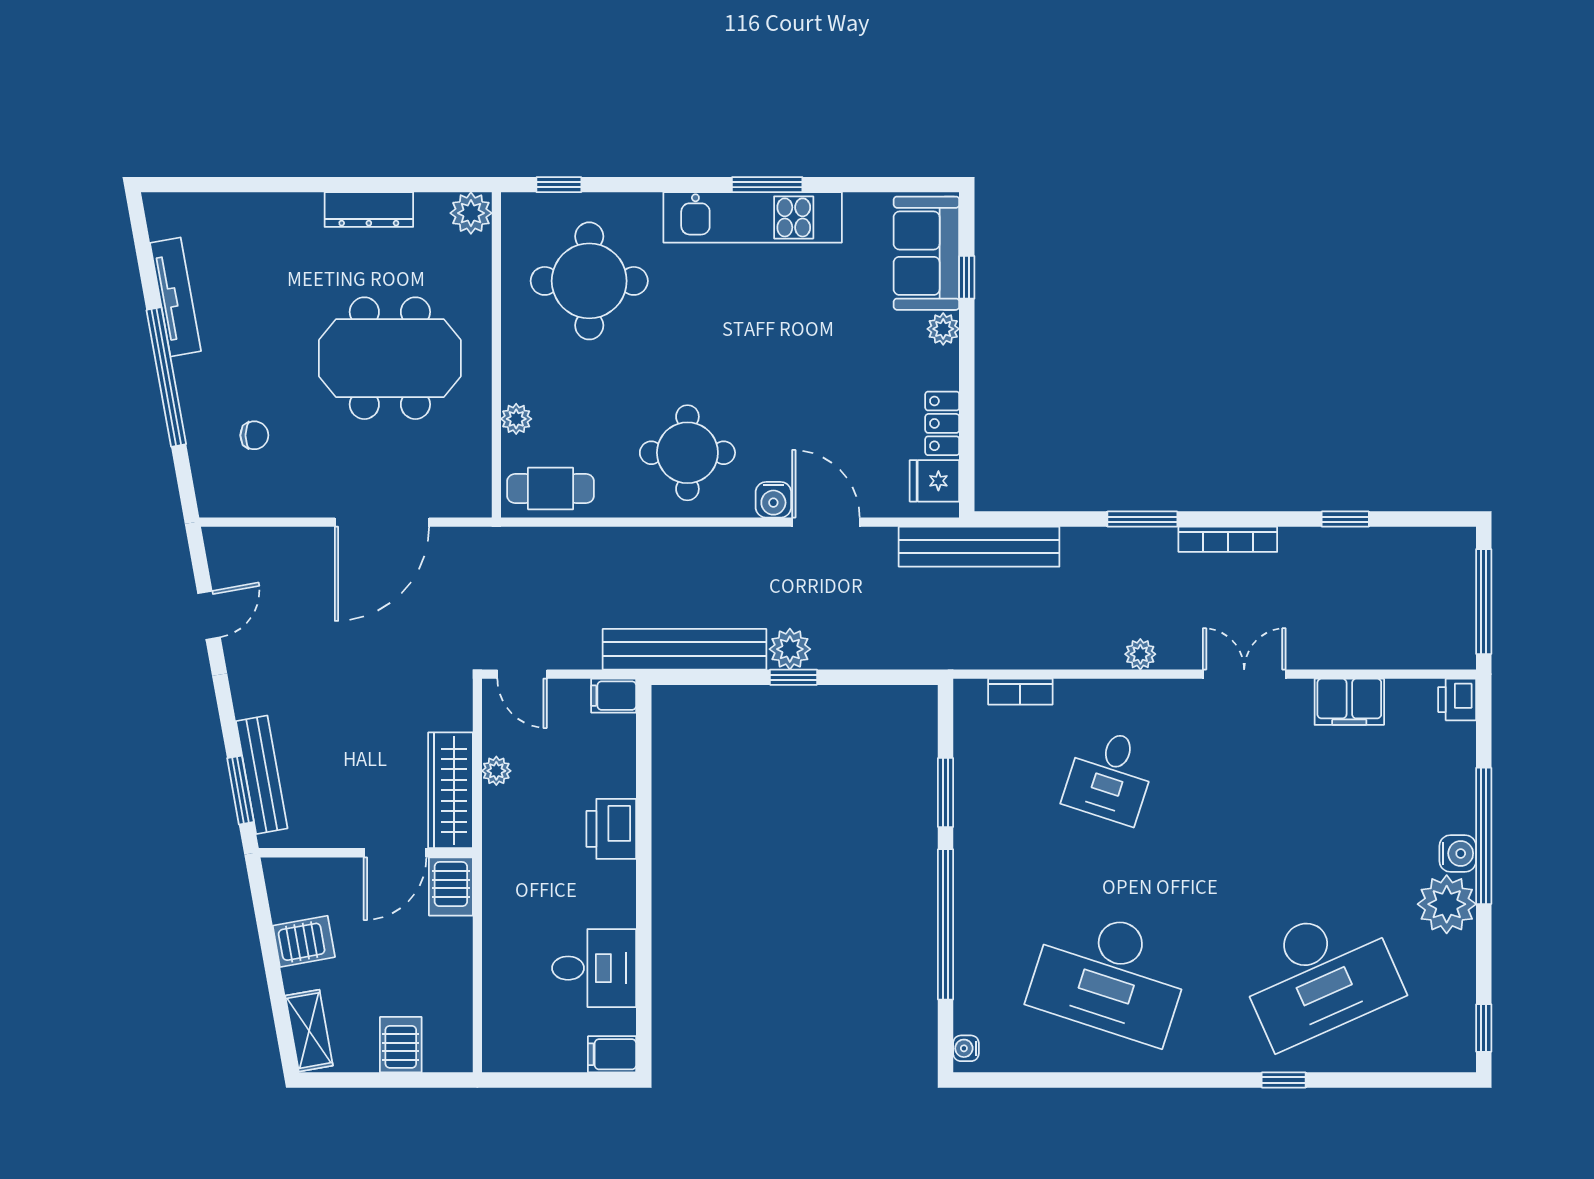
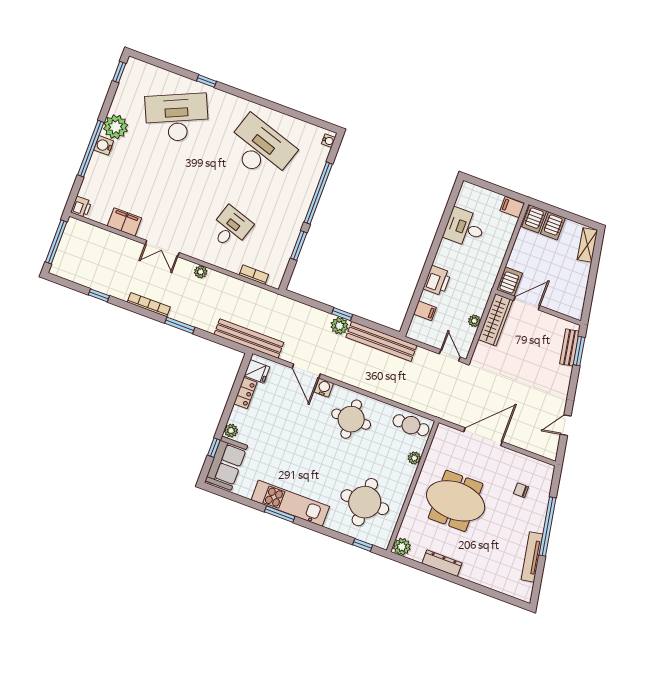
filing cabinet: (614, 696) -> (425, 311), moved
bench: (262, 775) -> (569, 348), width x0.73
server rack: (304, 941) -> (534, 219), moved, turned -80
filing cabinet: (612, 1054) -> (512, 207), moved, turned 180

